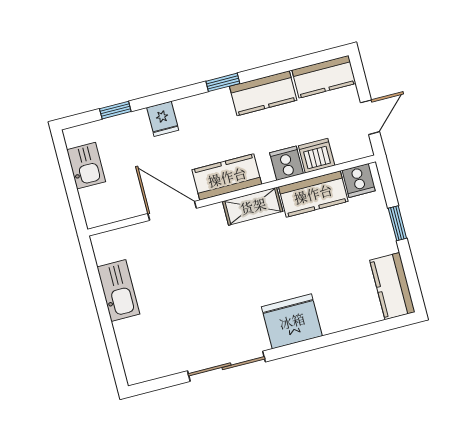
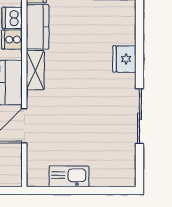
fridge: (292, 321) -> (124, 59), width x0.73, depth x0.75

